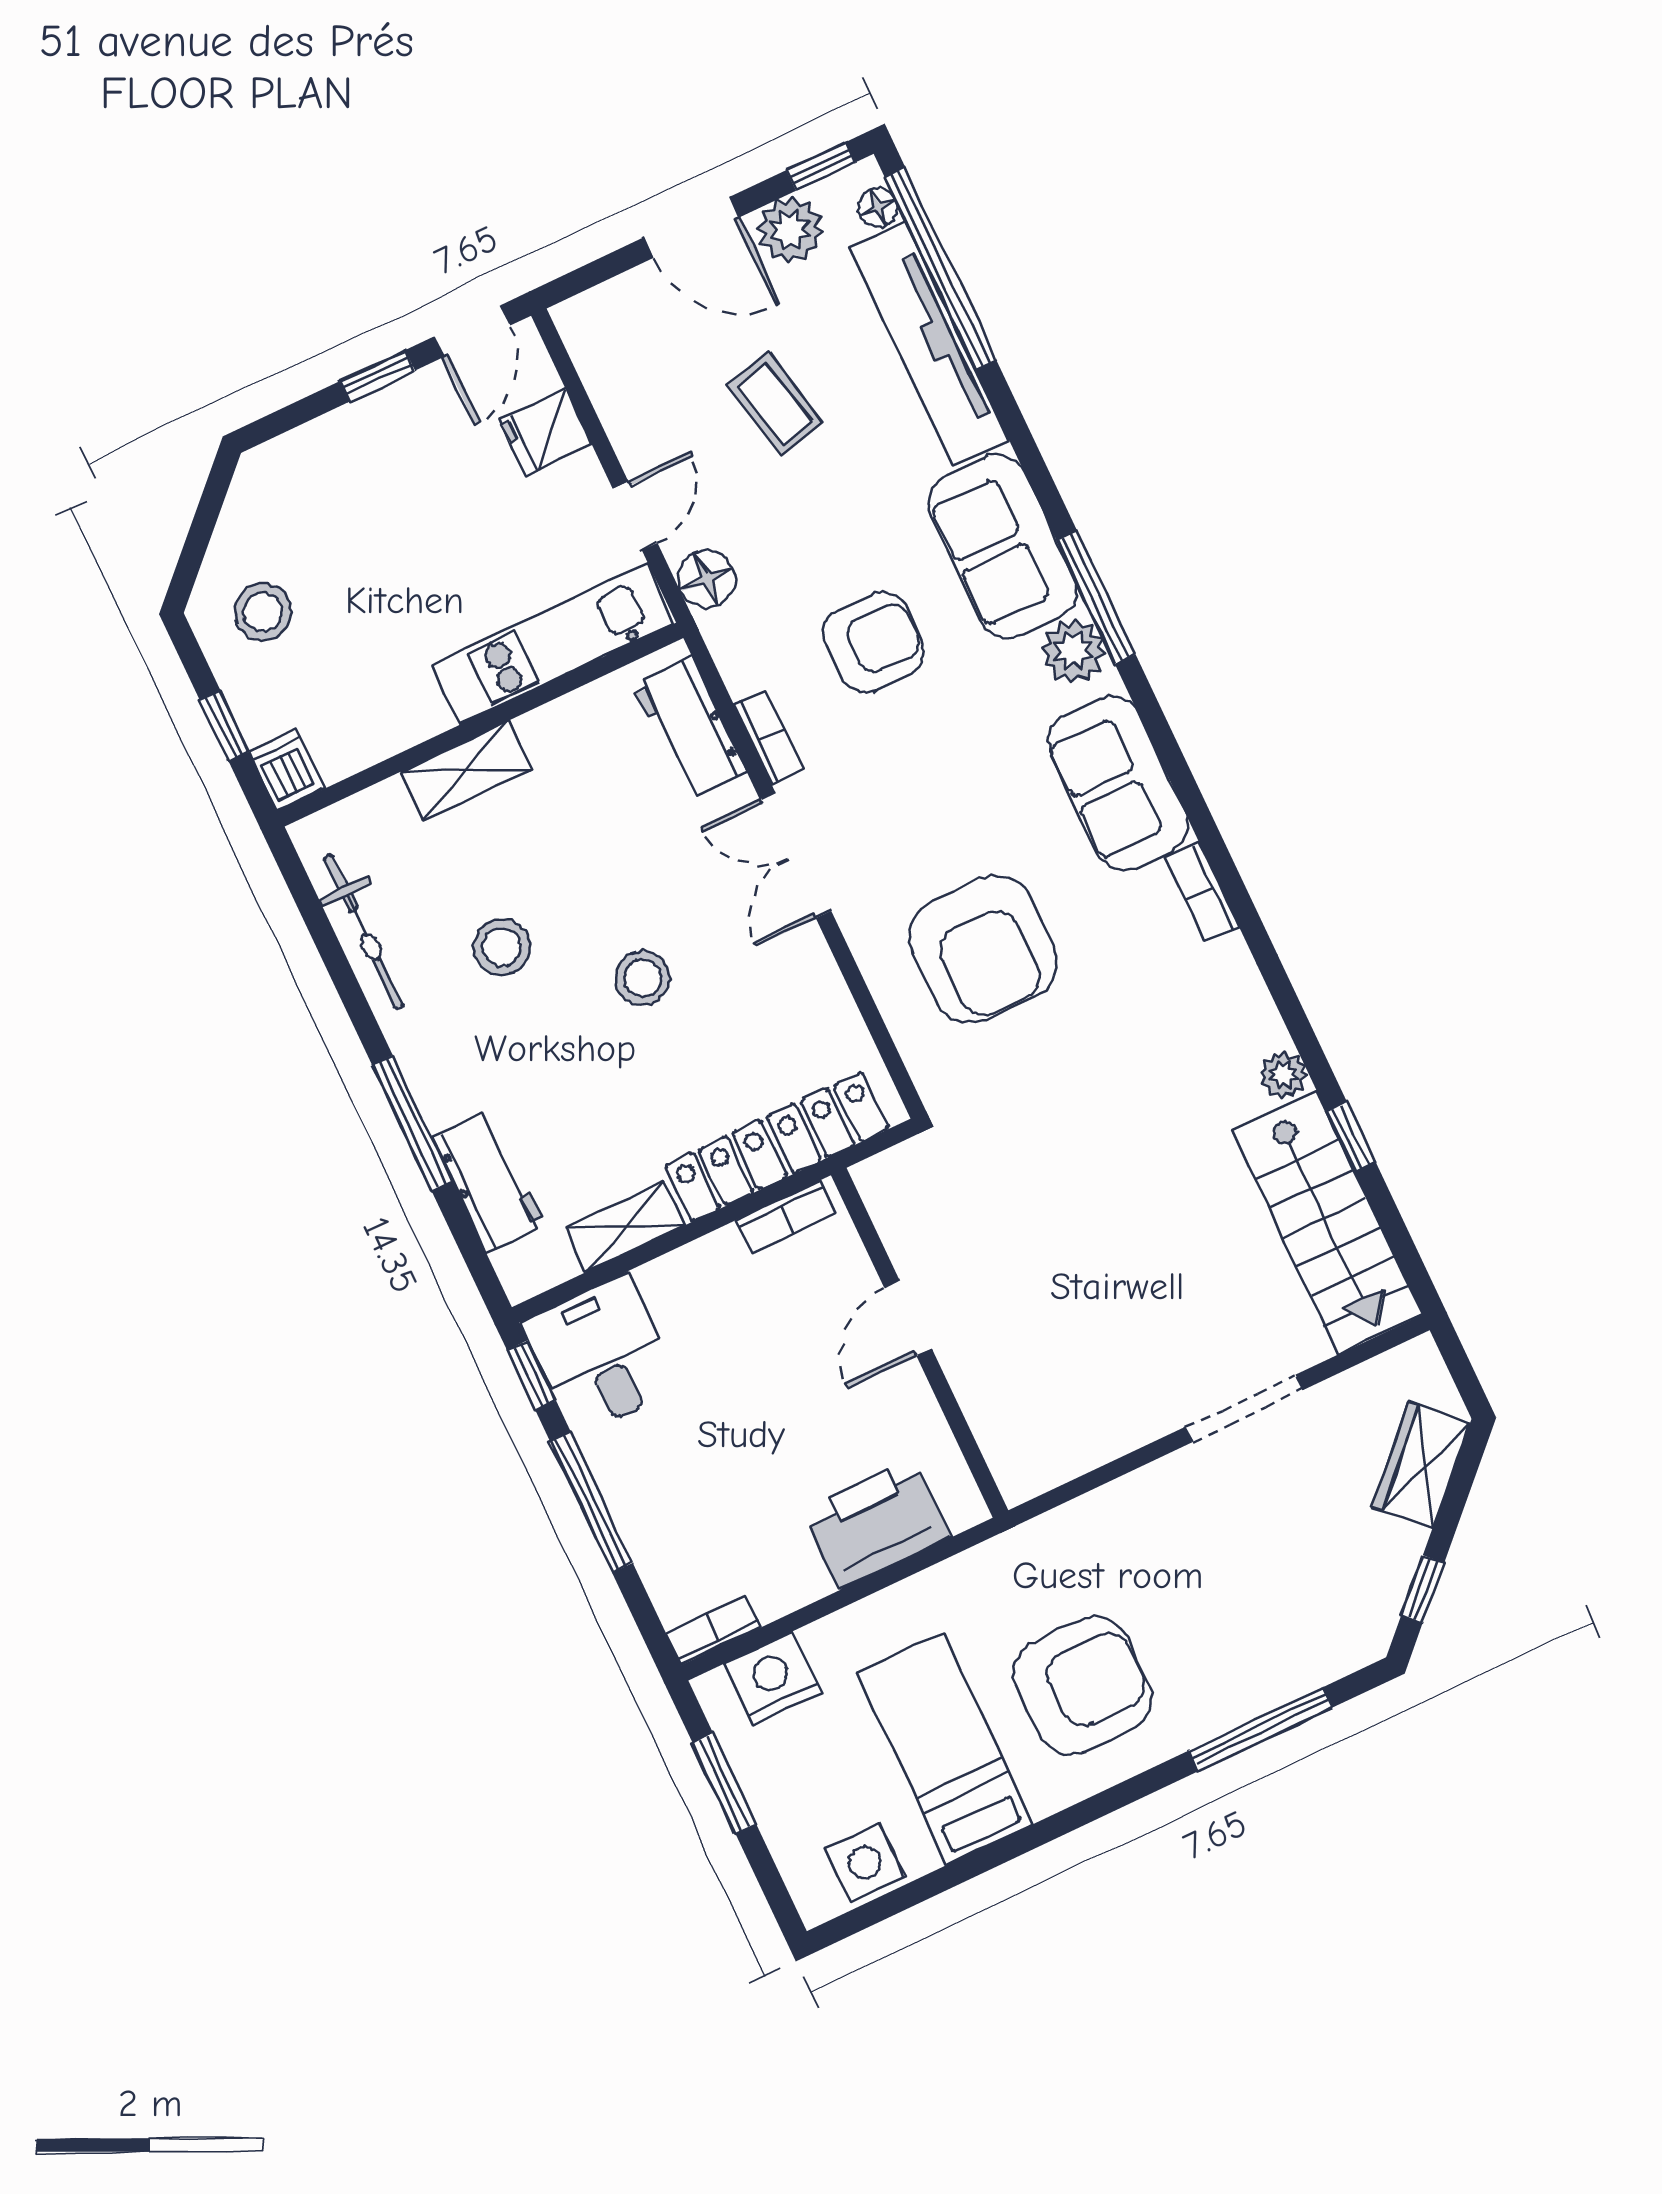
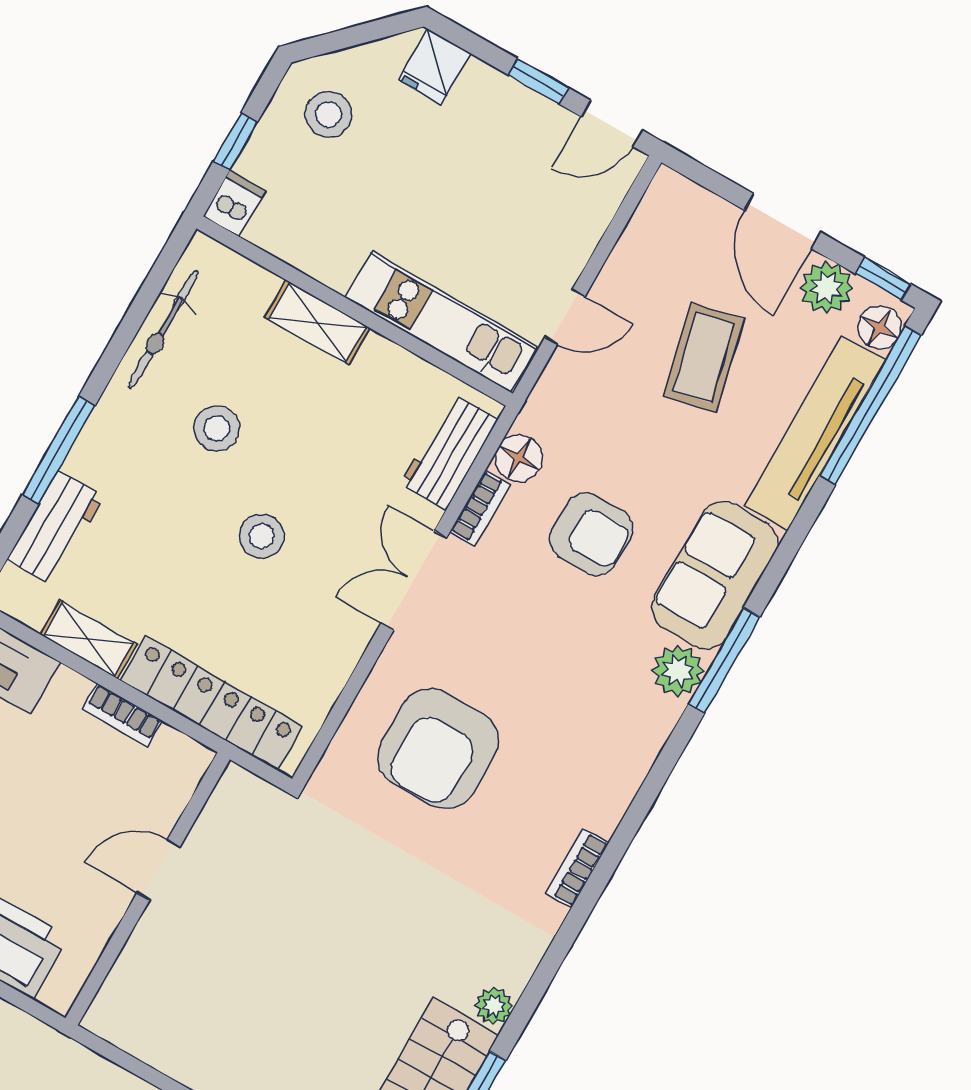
floor lamp: (878, 207) -> (880, 327), width x1.37, depth x1.37
coffee table: (775, 404) -> (704, 358), width x1.36, depth x1.30
fridge: (546, 433) -> (434, 67), moved, turned -90
floor lamp: (706, 579) -> (519, 458), moved
sofa: (1118, 783) -> (611, 761), removed
bookcase: (786, 1217) -> (122, 715), moved

